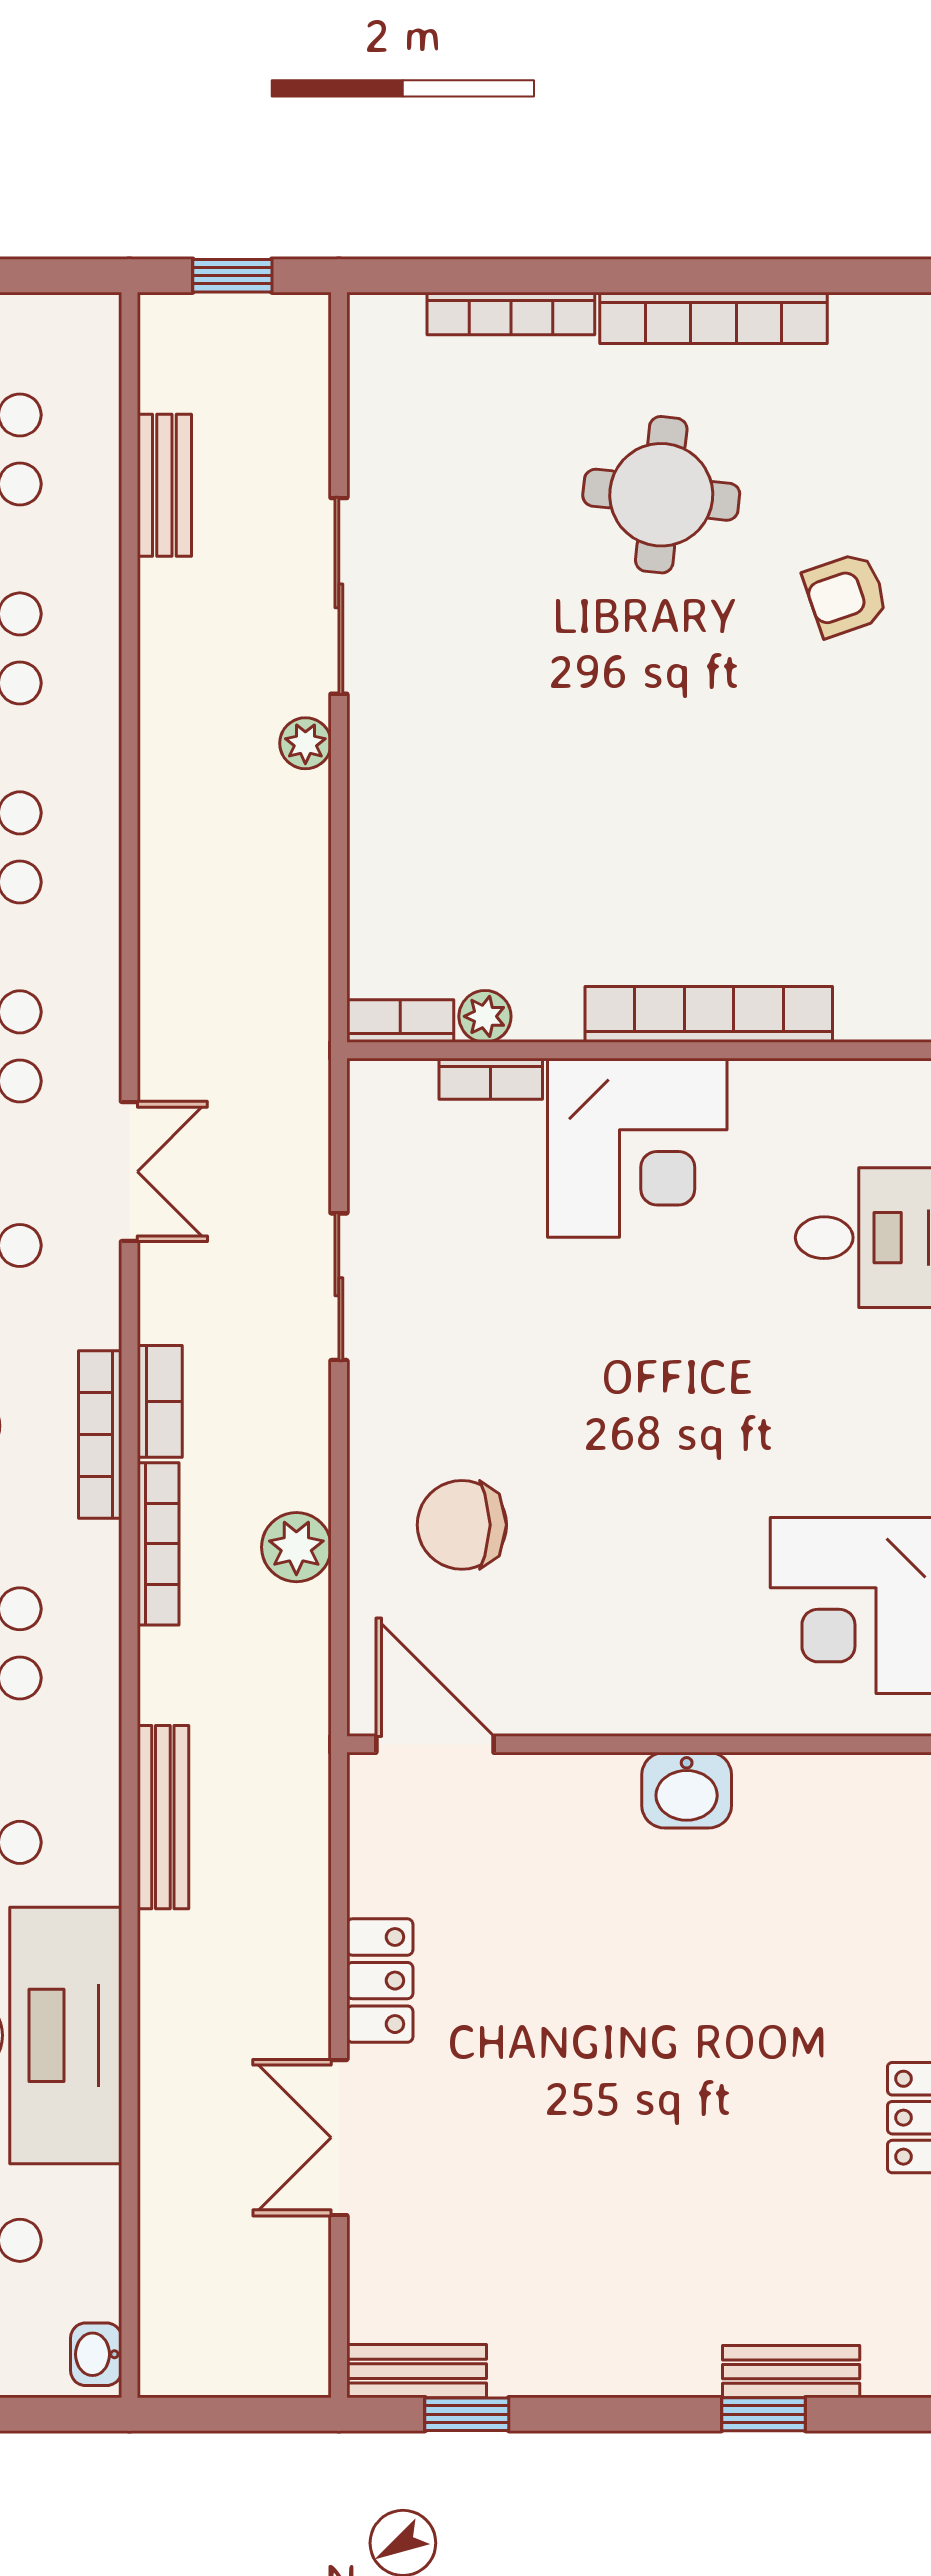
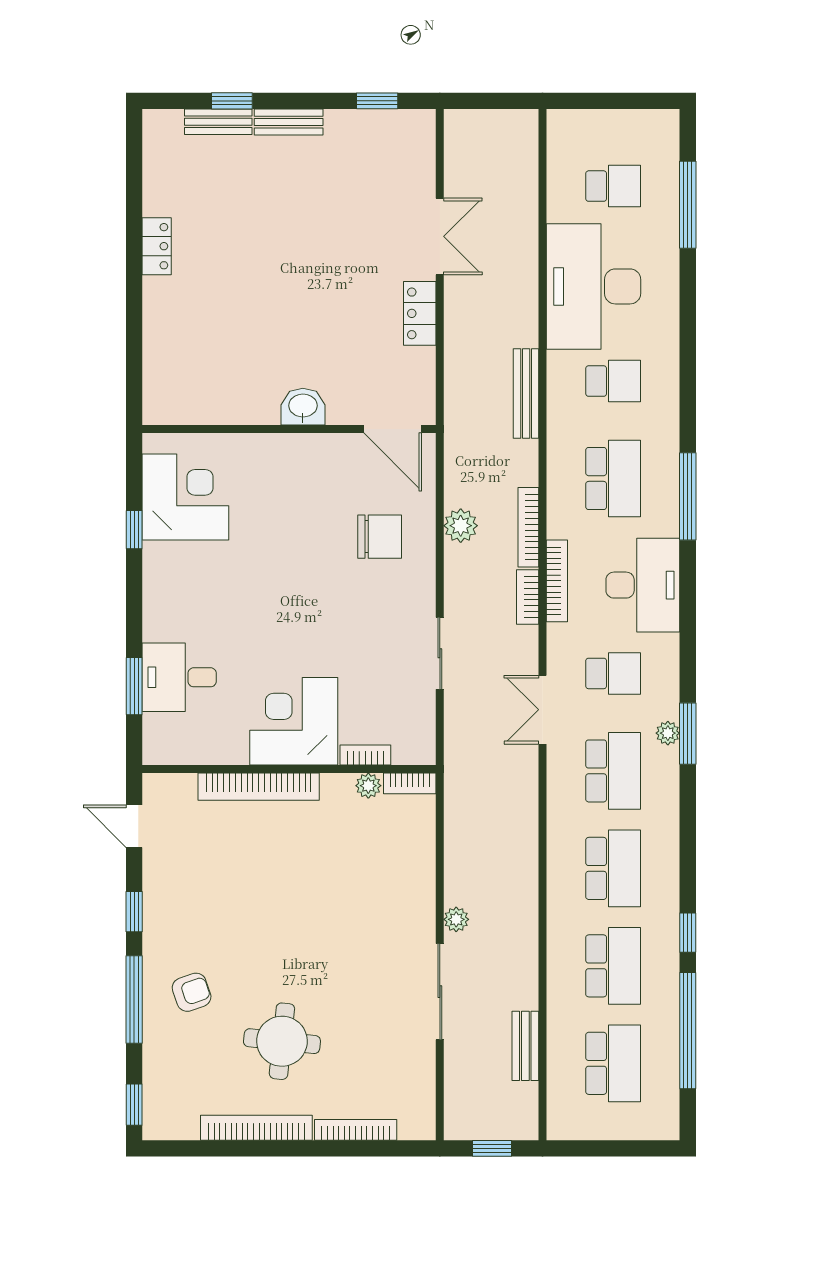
washbasin: (687, 1790) -> (303, 407), moved
washbasin: (96, 2354) -> (559, 130), removed
bench: (417, 2371) -> (289, 122), moved

